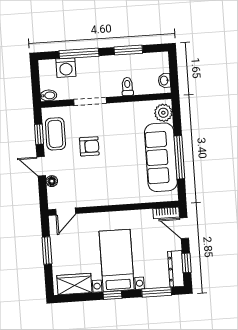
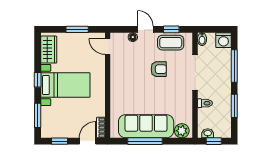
washing machine: (66, 68) -> (223, 40), moved, turned -90
window: (174, 73) -> (214, 141), added
doorway: (90, 101) -> (195, 72), width x1.36
armchair: (89, 146) -> (159, 69), turned -90
door: (41, 166) -> (145, 29), hinge flipped
dresser: (176, 269) -> (55, 132), removed

